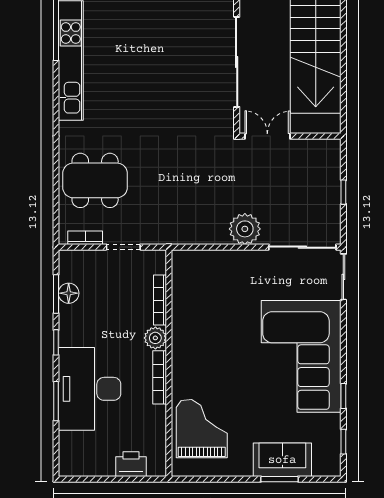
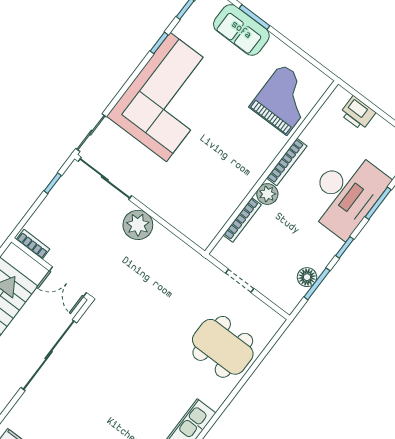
window: (343, 192) -> (53, 183), moved
bookcase: (85, 238) -> (33, 244), moved, turned 180
grand piano: (202, 429) -> (284, 99), turned 180

